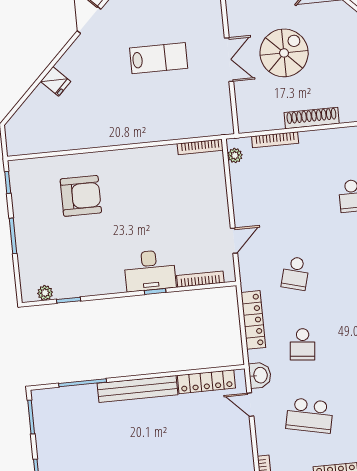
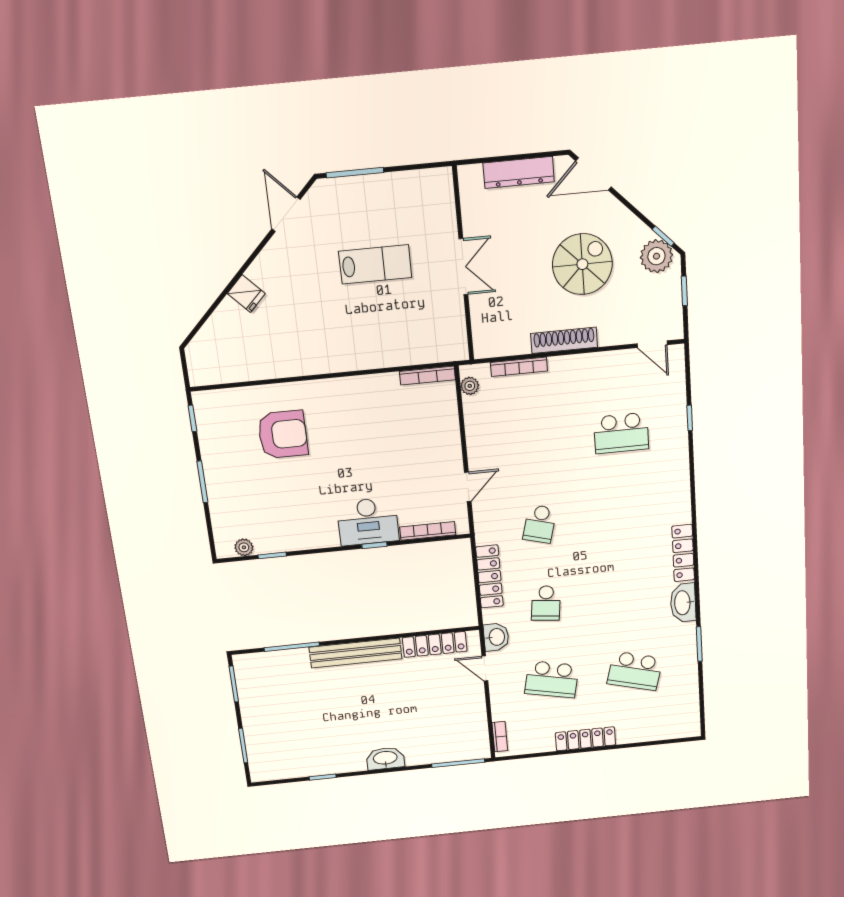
spiral stairs: (284, 53) -> (582, 264), moved

